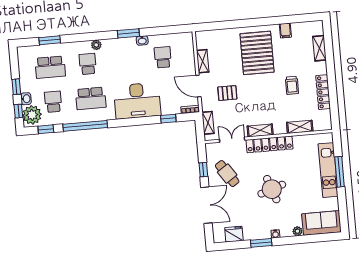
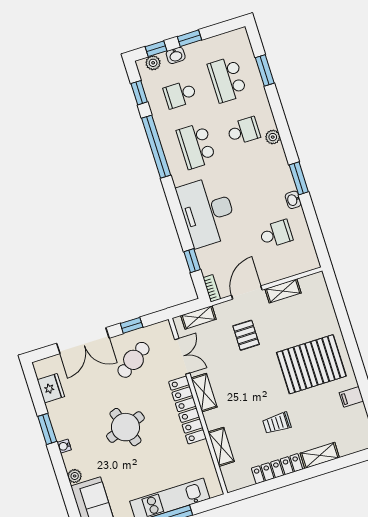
shelving: (319, 48) -> (320, 455), moved
school desk: (53, 102) -> (180, 94), turned 180
plant: (32, 115) -> (153, 63), width x0.53, depth x0.53

